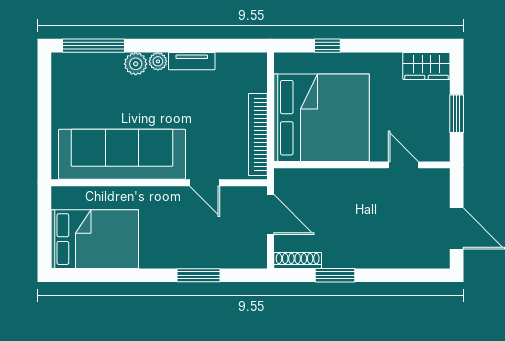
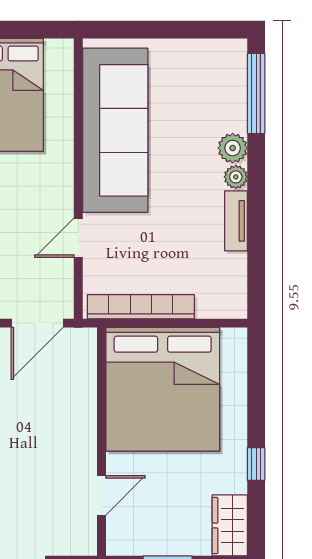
window: (327, 46) -> (256, 464), moved

